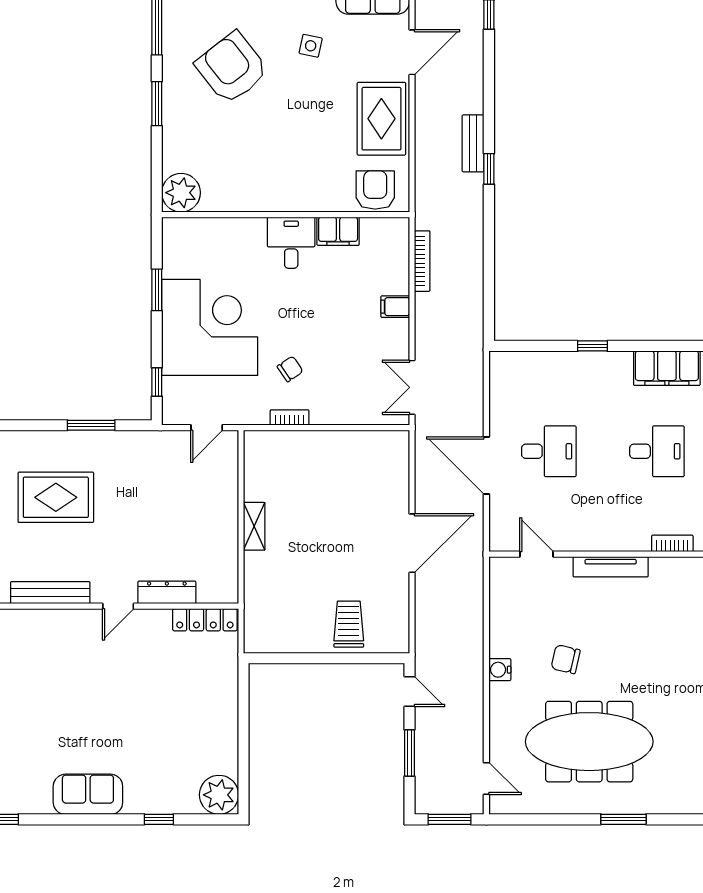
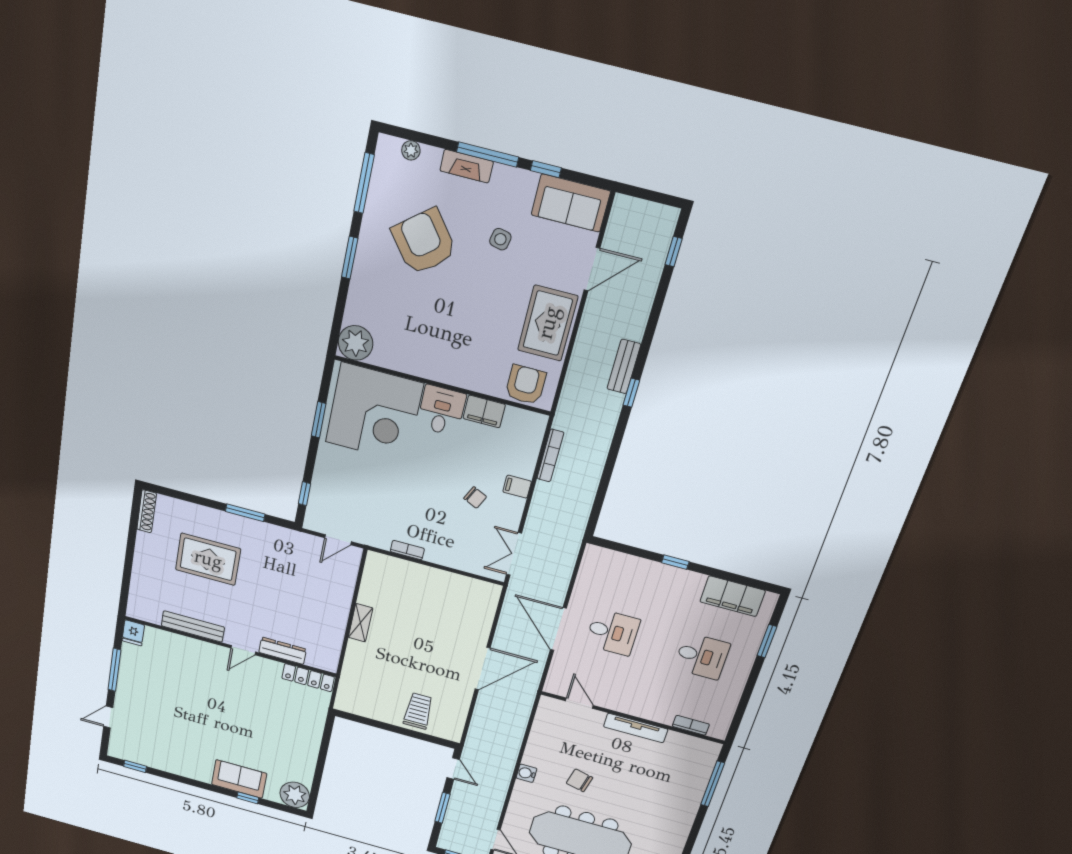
corner desk: (210, 327) -> (374, 413), moved, turned 90
chair: (290, 369) -> (475, 498), moved, turned 59
sofa: (88, 794) -> (239, 779), moved

